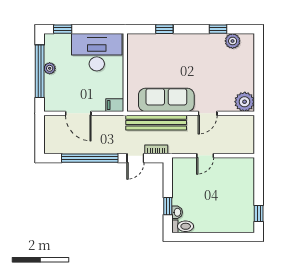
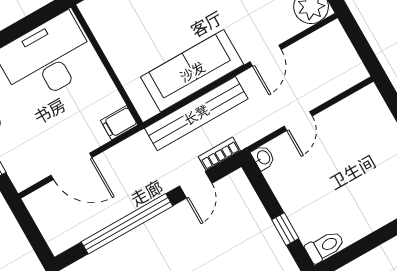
washbasin: (177, 212) -> (263, 158), moved

